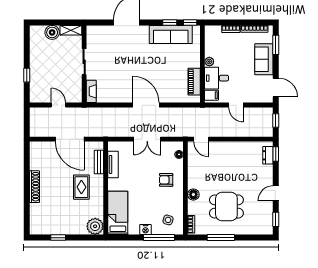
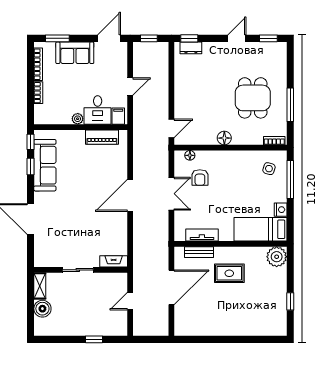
armchair: (166, 180) -> (200, 177), moved
shoe rack: (34, 187) -> (229, 330), removed
door: (276, 193) -> (237, 38), swing flipped
floor lamp: (193, 195) -> (224, 138), moved
nightstand: (145, 230) -> (281, 210), moved

